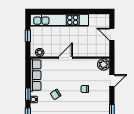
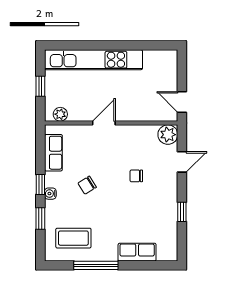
door: (112, 34) -> (182, 102), moved
row of seats: (36, 75) -> (53, 153), width x0.68

